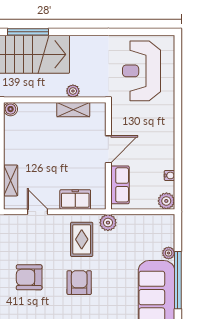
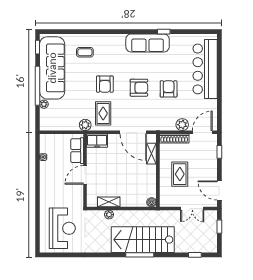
freezer: (75, 199) -> (97, 141), moved
plant: (166, 201) -> (45, 140), removed
door: (37, 212) -> (133, 132), width x1.87

